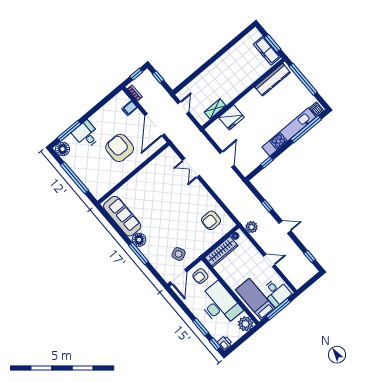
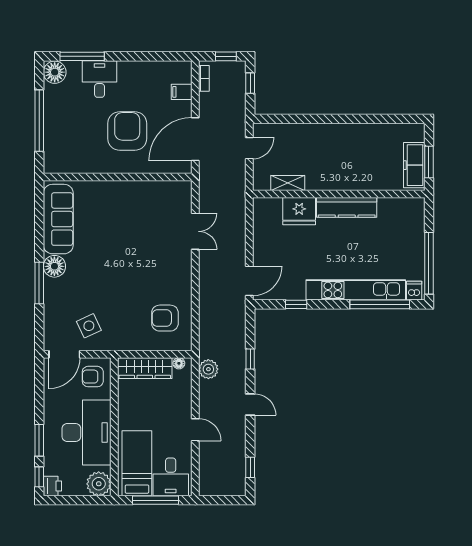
window: (303, 79) -> (429, 263), moved
kitchen counter: (273, 80) -> (347, 207), moved
door: (227, 159) -> (249, 281), moved
double door: (191, 168) -> (195, 231), swing flipped

